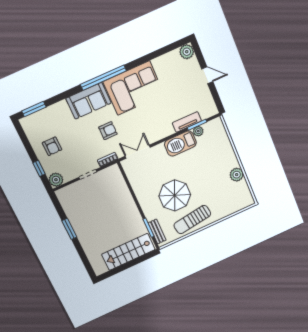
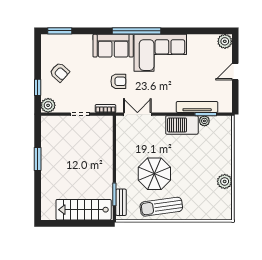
door: (207, 75) -> (235, 72), swing flipped
tv unit: (187, 122) -> (197, 107), width x1.41
armchair: (52, 146) -> (60, 72), turned -48

